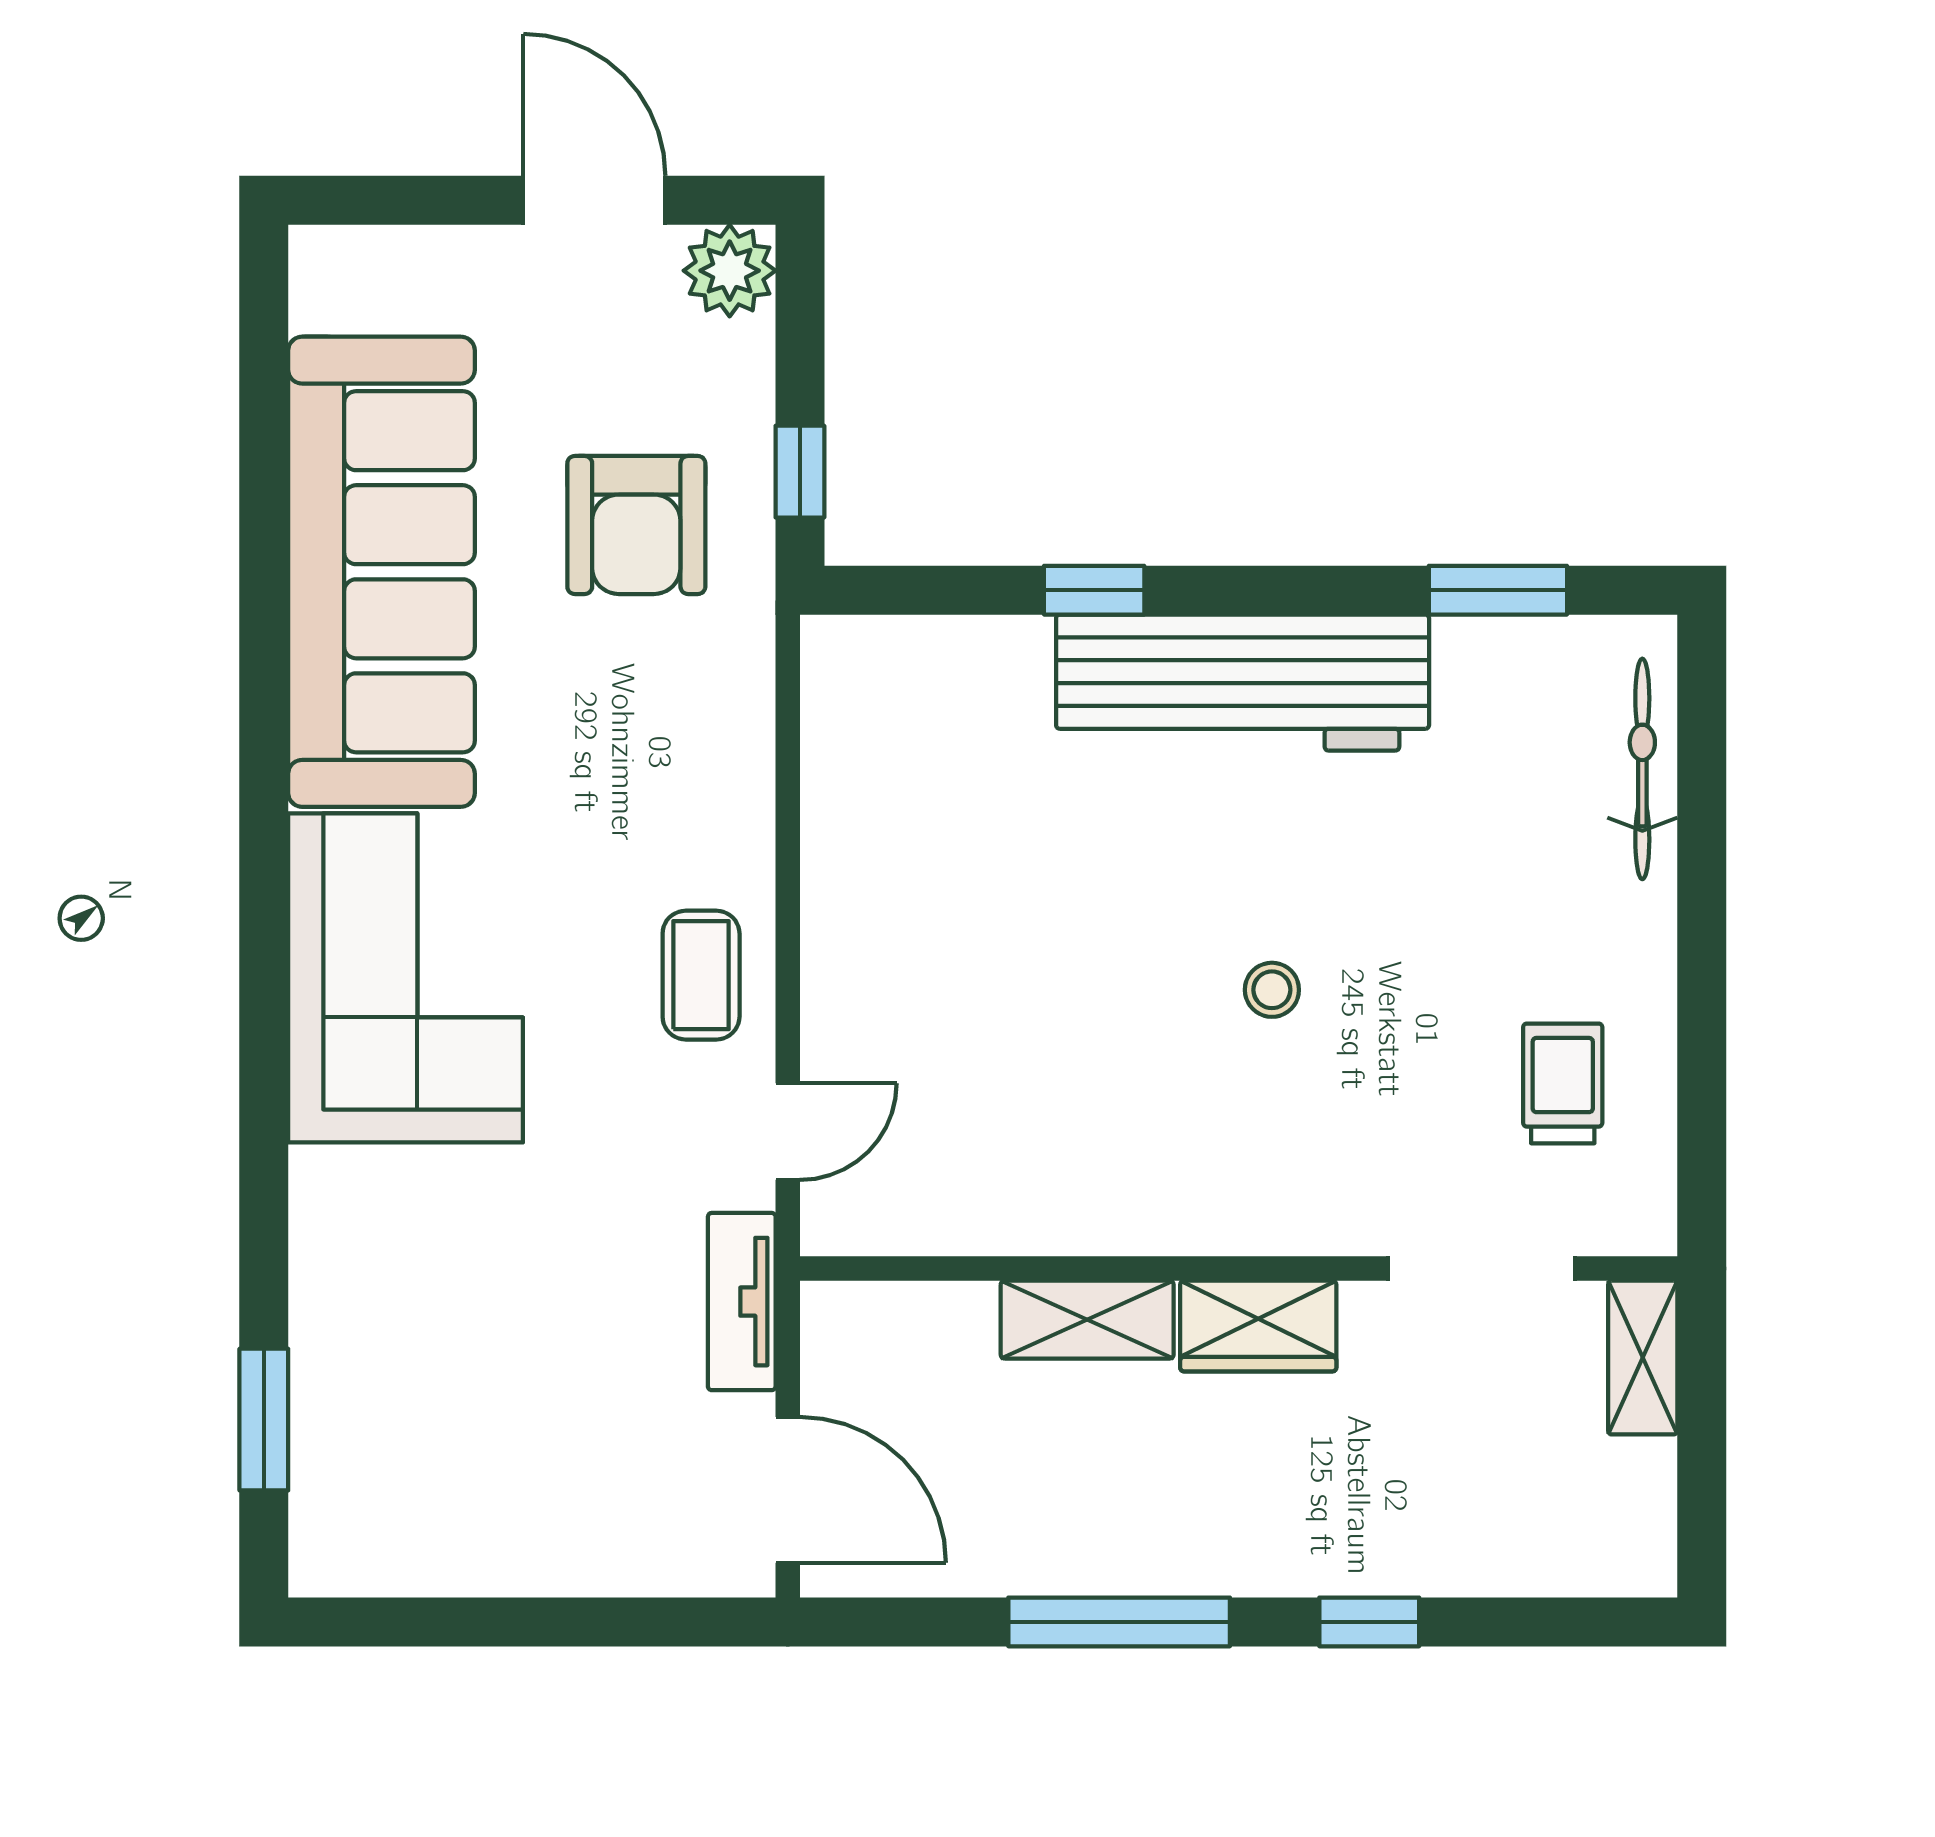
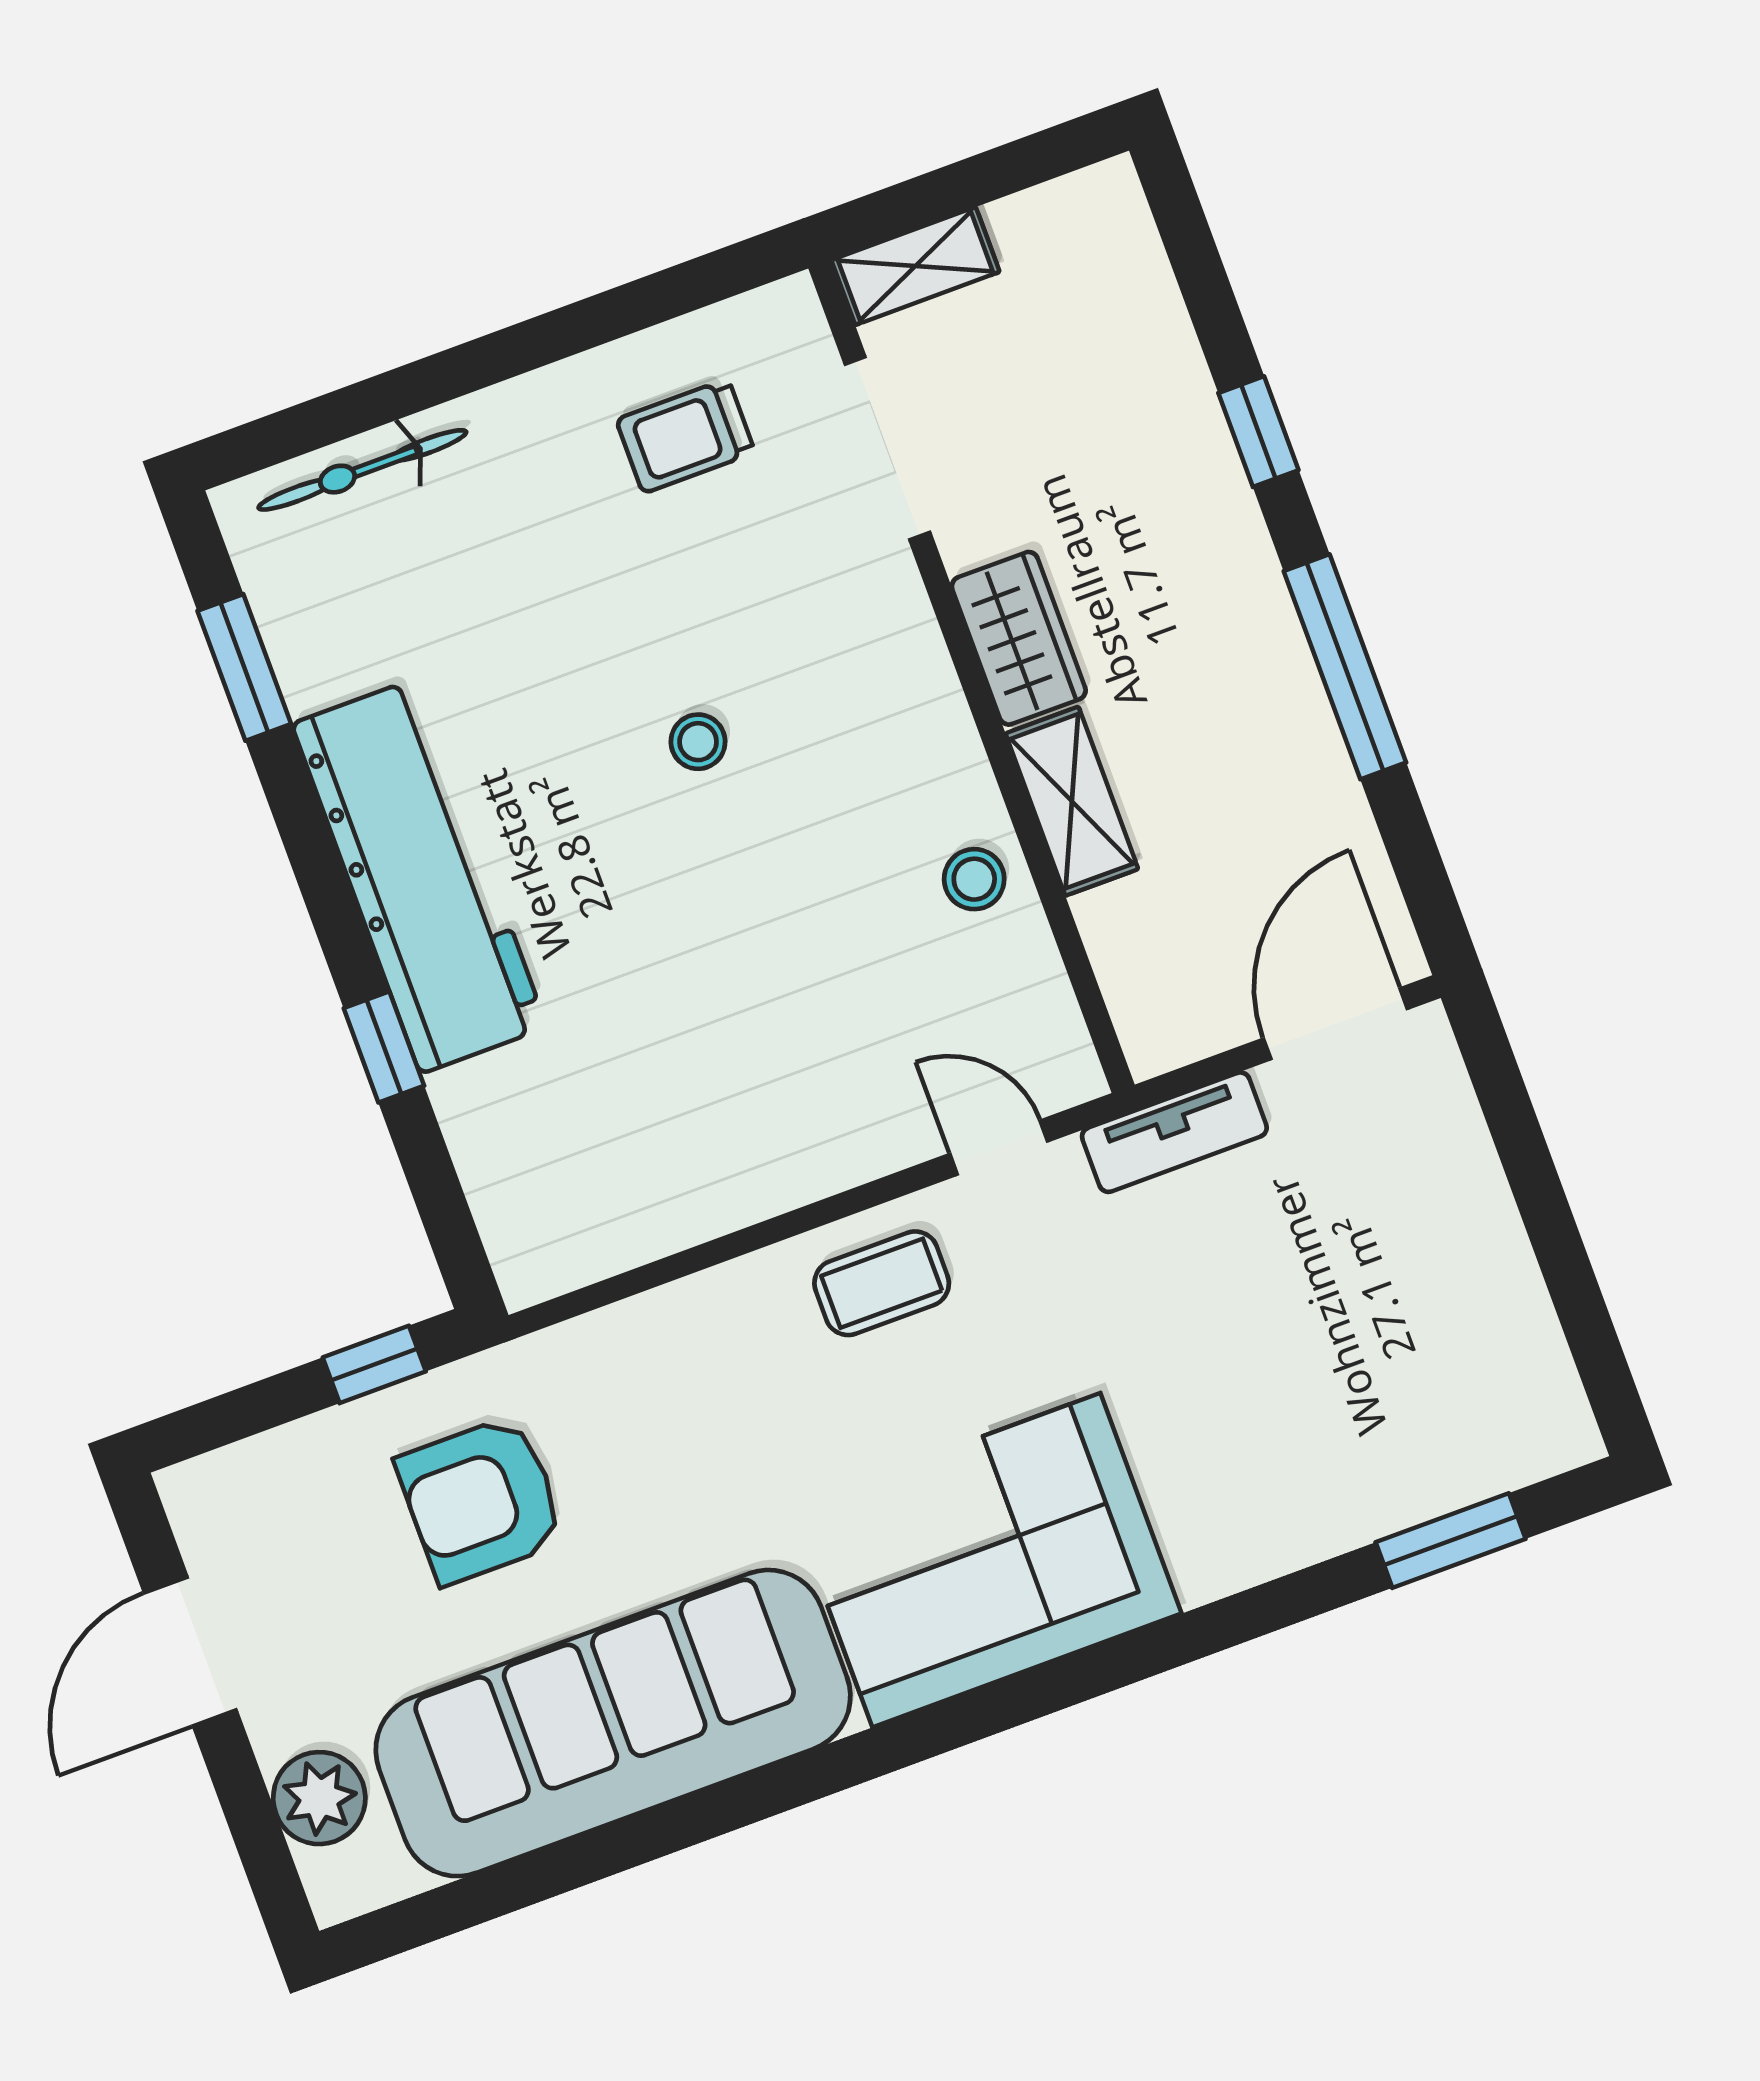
plant: (730, 271) -> (319, 1798), moved
armchair: (636, 525) -> (481, 1500), turned 180
stool: (1048, 1201) -> (974, 879), added

